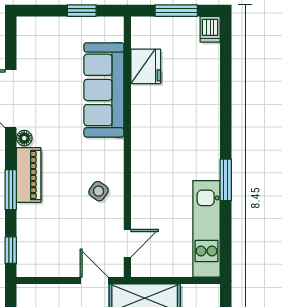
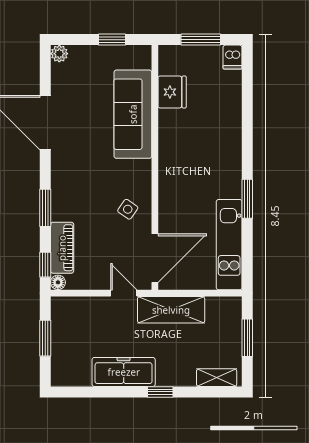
plant: (26, 25) -> (59, 54), added
floor lamp: (24, 138) -> (58, 282), moved
piano: (29, 175) -> (62, 248), moved
door: (127, 243) -> (155, 258), width x1.88

